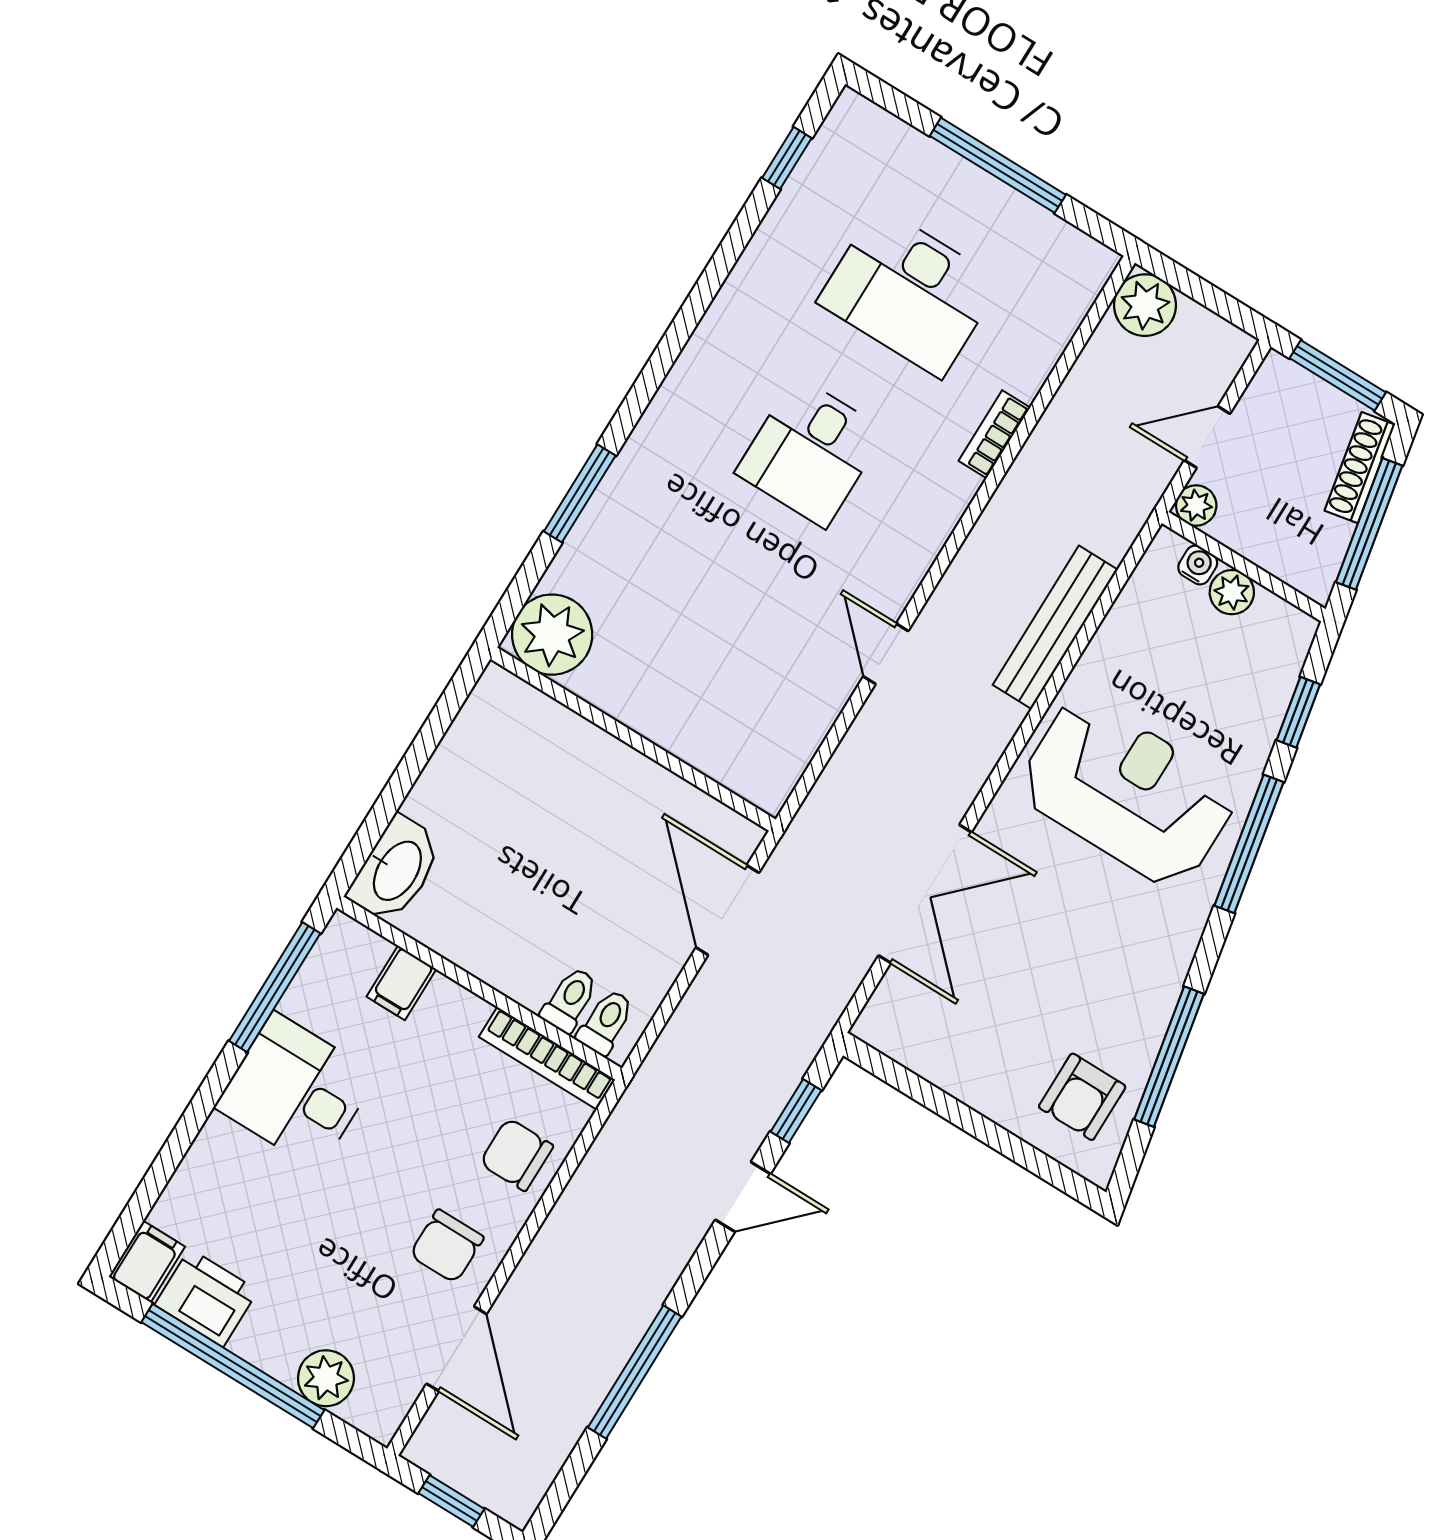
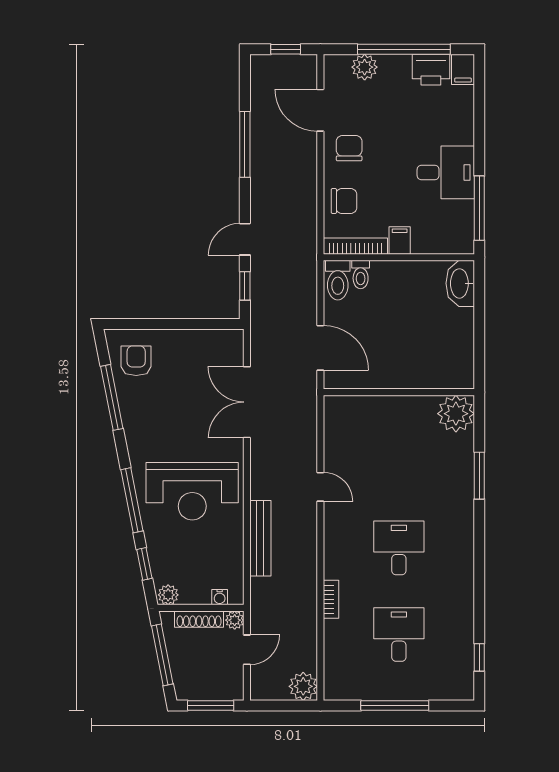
desk: (909, 292) -> (399, 634), width x0.73
shoe rack: (1360, 468) -> (199, 619), moved, turned 101
plant: (1232, 592) -> (168, 595), moved
filing cabinet: (401, 983) -> (400, 240), moved
toilet: (606, 1022) -> (338, 280), width x1.37, depth x1.39

